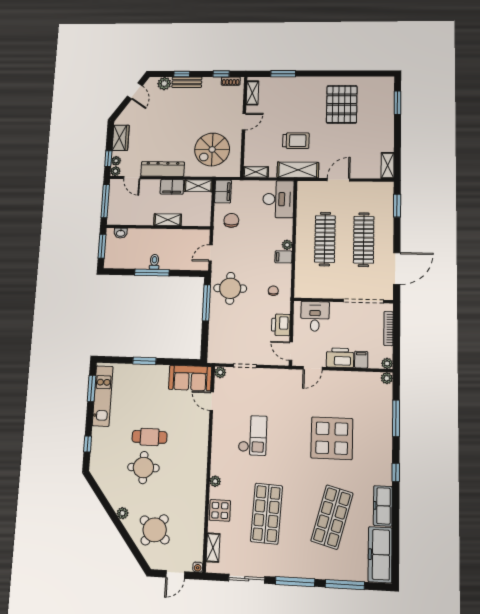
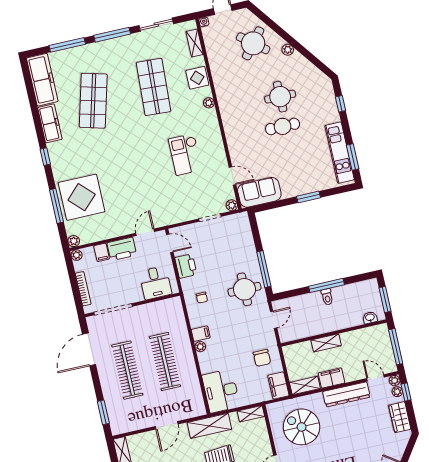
spiral stairs: (212, 149) -> (302, 427), turned -90
display table: (332, 438) -> (82, 197), moved

